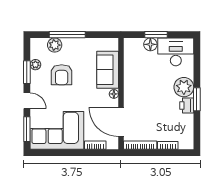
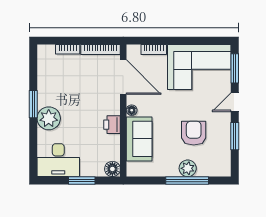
floor lamp: (150, 44) -> (112, 169), moved
plant: (55, 45) -> (188, 168), moved
plant: (35, 65) -> (225, 145), removed
door: (27, 101) -> (235, 102), hinge flipped
printer: (187, 105) -> (112, 125), moved, turned 180

